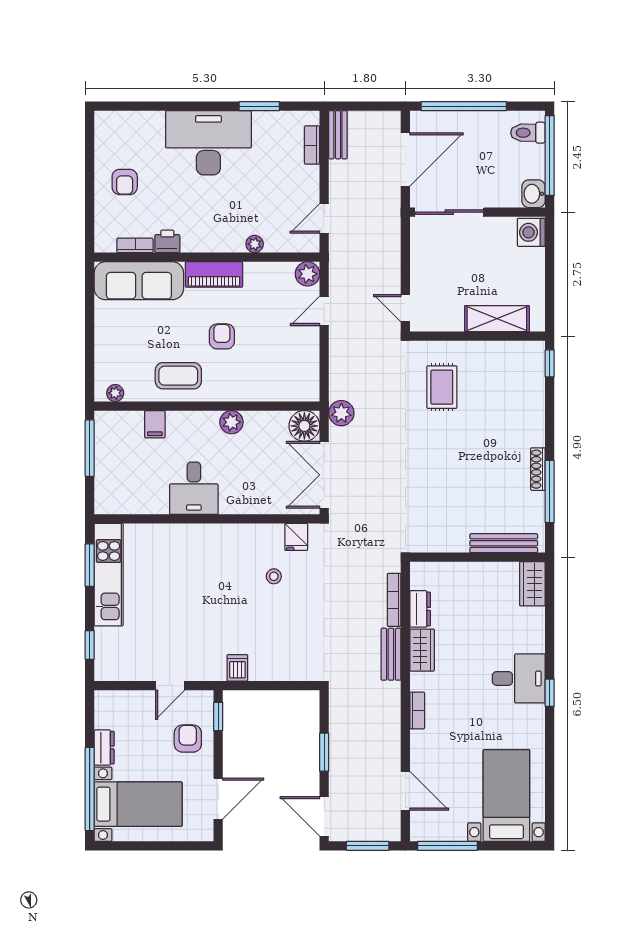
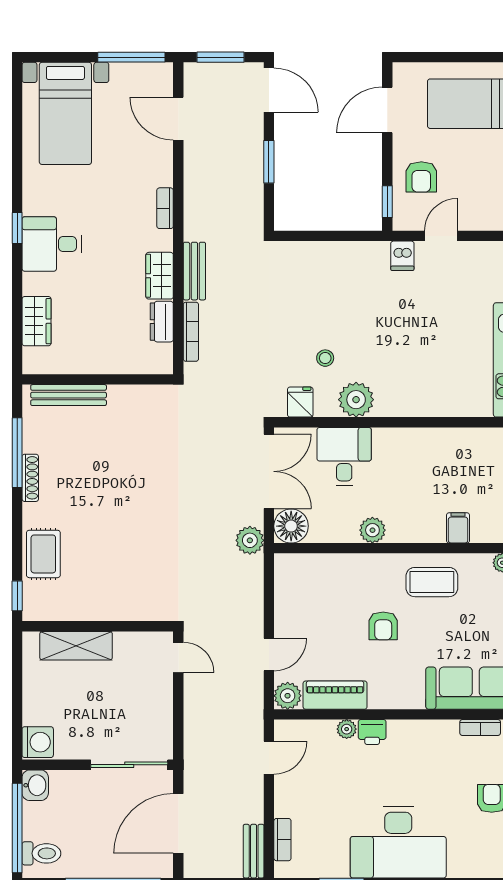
printer: (167, 241) -> (372, 732), moved
piano: (214, 274) -> (335, 695), moved
rug: (442, 387) -> (43, 554), moved
desk: (194, 488) -> (344, 456), moved
plant: (246, 539) -> (356, 400), added
wardrobe: (532, 584) -> (36, 321), moved
dishwasher: (237, 668) -> (402, 256), moved

